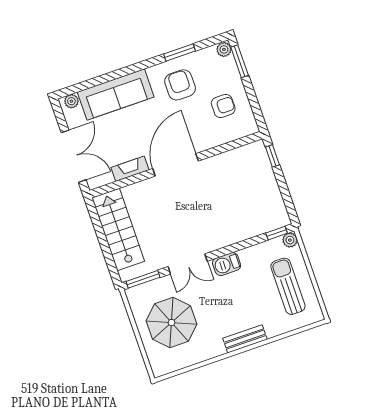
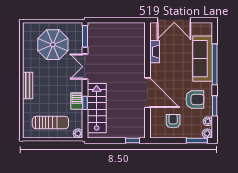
window: (118, 74) -> (215, 64), added
plant: (71, 101) -> (208, 121), moved
armchair: (223, 106) -> (173, 121), turned 180
door: (176, 165) -> (147, 93), moved
stairs: (118, 229) -> (97, 108), moved, turned -90
window: (277, 233) -> (85, 103), moved
barbecue: (227, 264) -> (77, 101), moved

